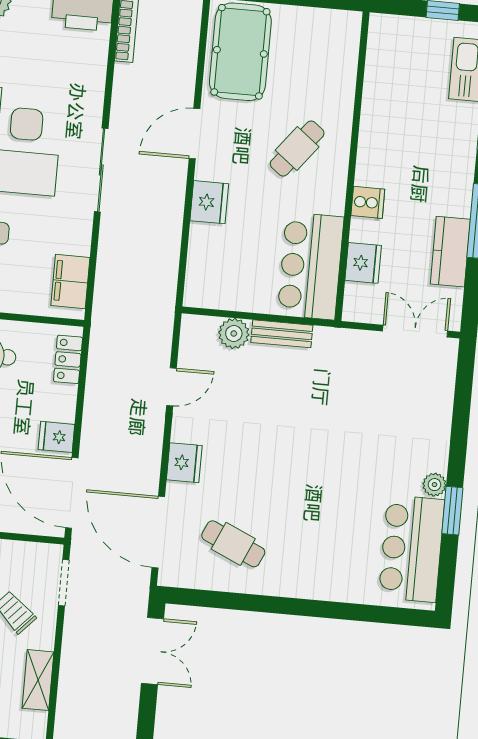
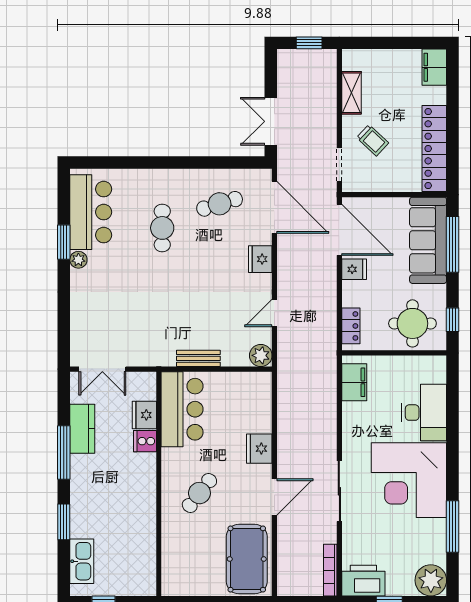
sliding door: (101, 170) -> (339, 491), moved
cooker: (368, 202) -> (145, 441), moved
plant: (234, 333) -> (261, 355), moved
cafe table: (315, 518) -> (162, 228), added
cafe table: (233, 544) -> (220, 204), turned -41

